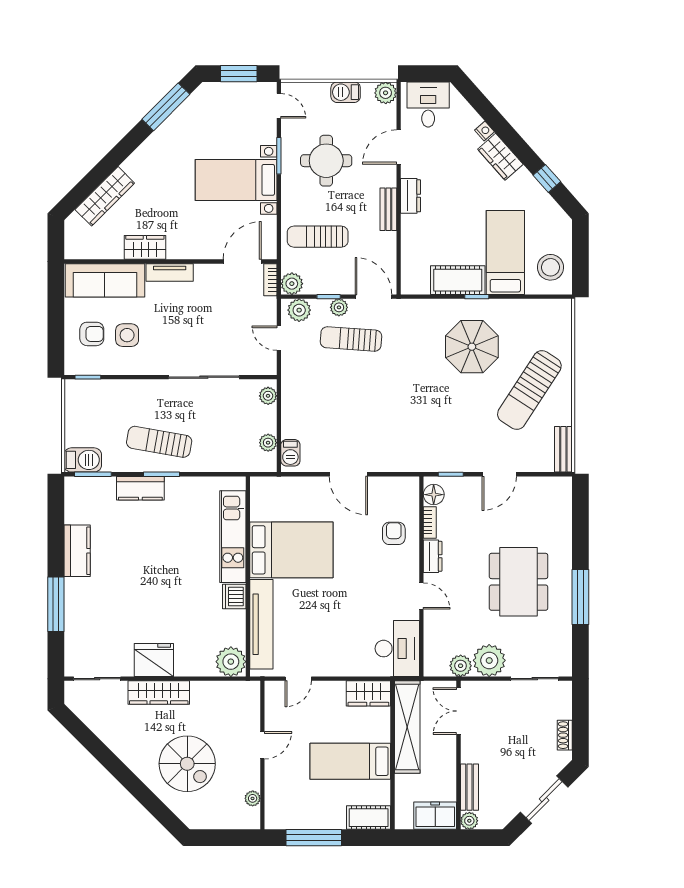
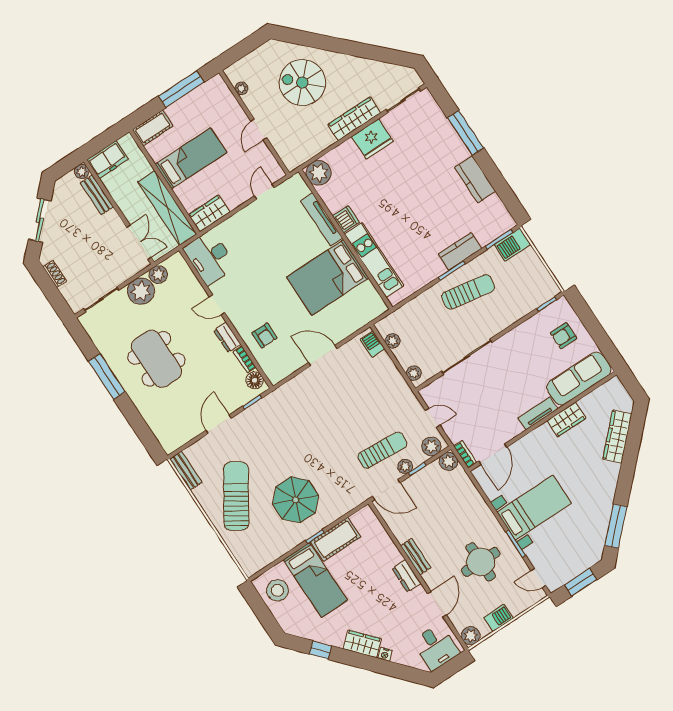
sun lounger: (318, 237) -> (452, 506), removed
side table: (127, 335) -> (539, 351), removed
tv unit: (261, 624) -> (322, 220), width x0.73, depth x0.78

